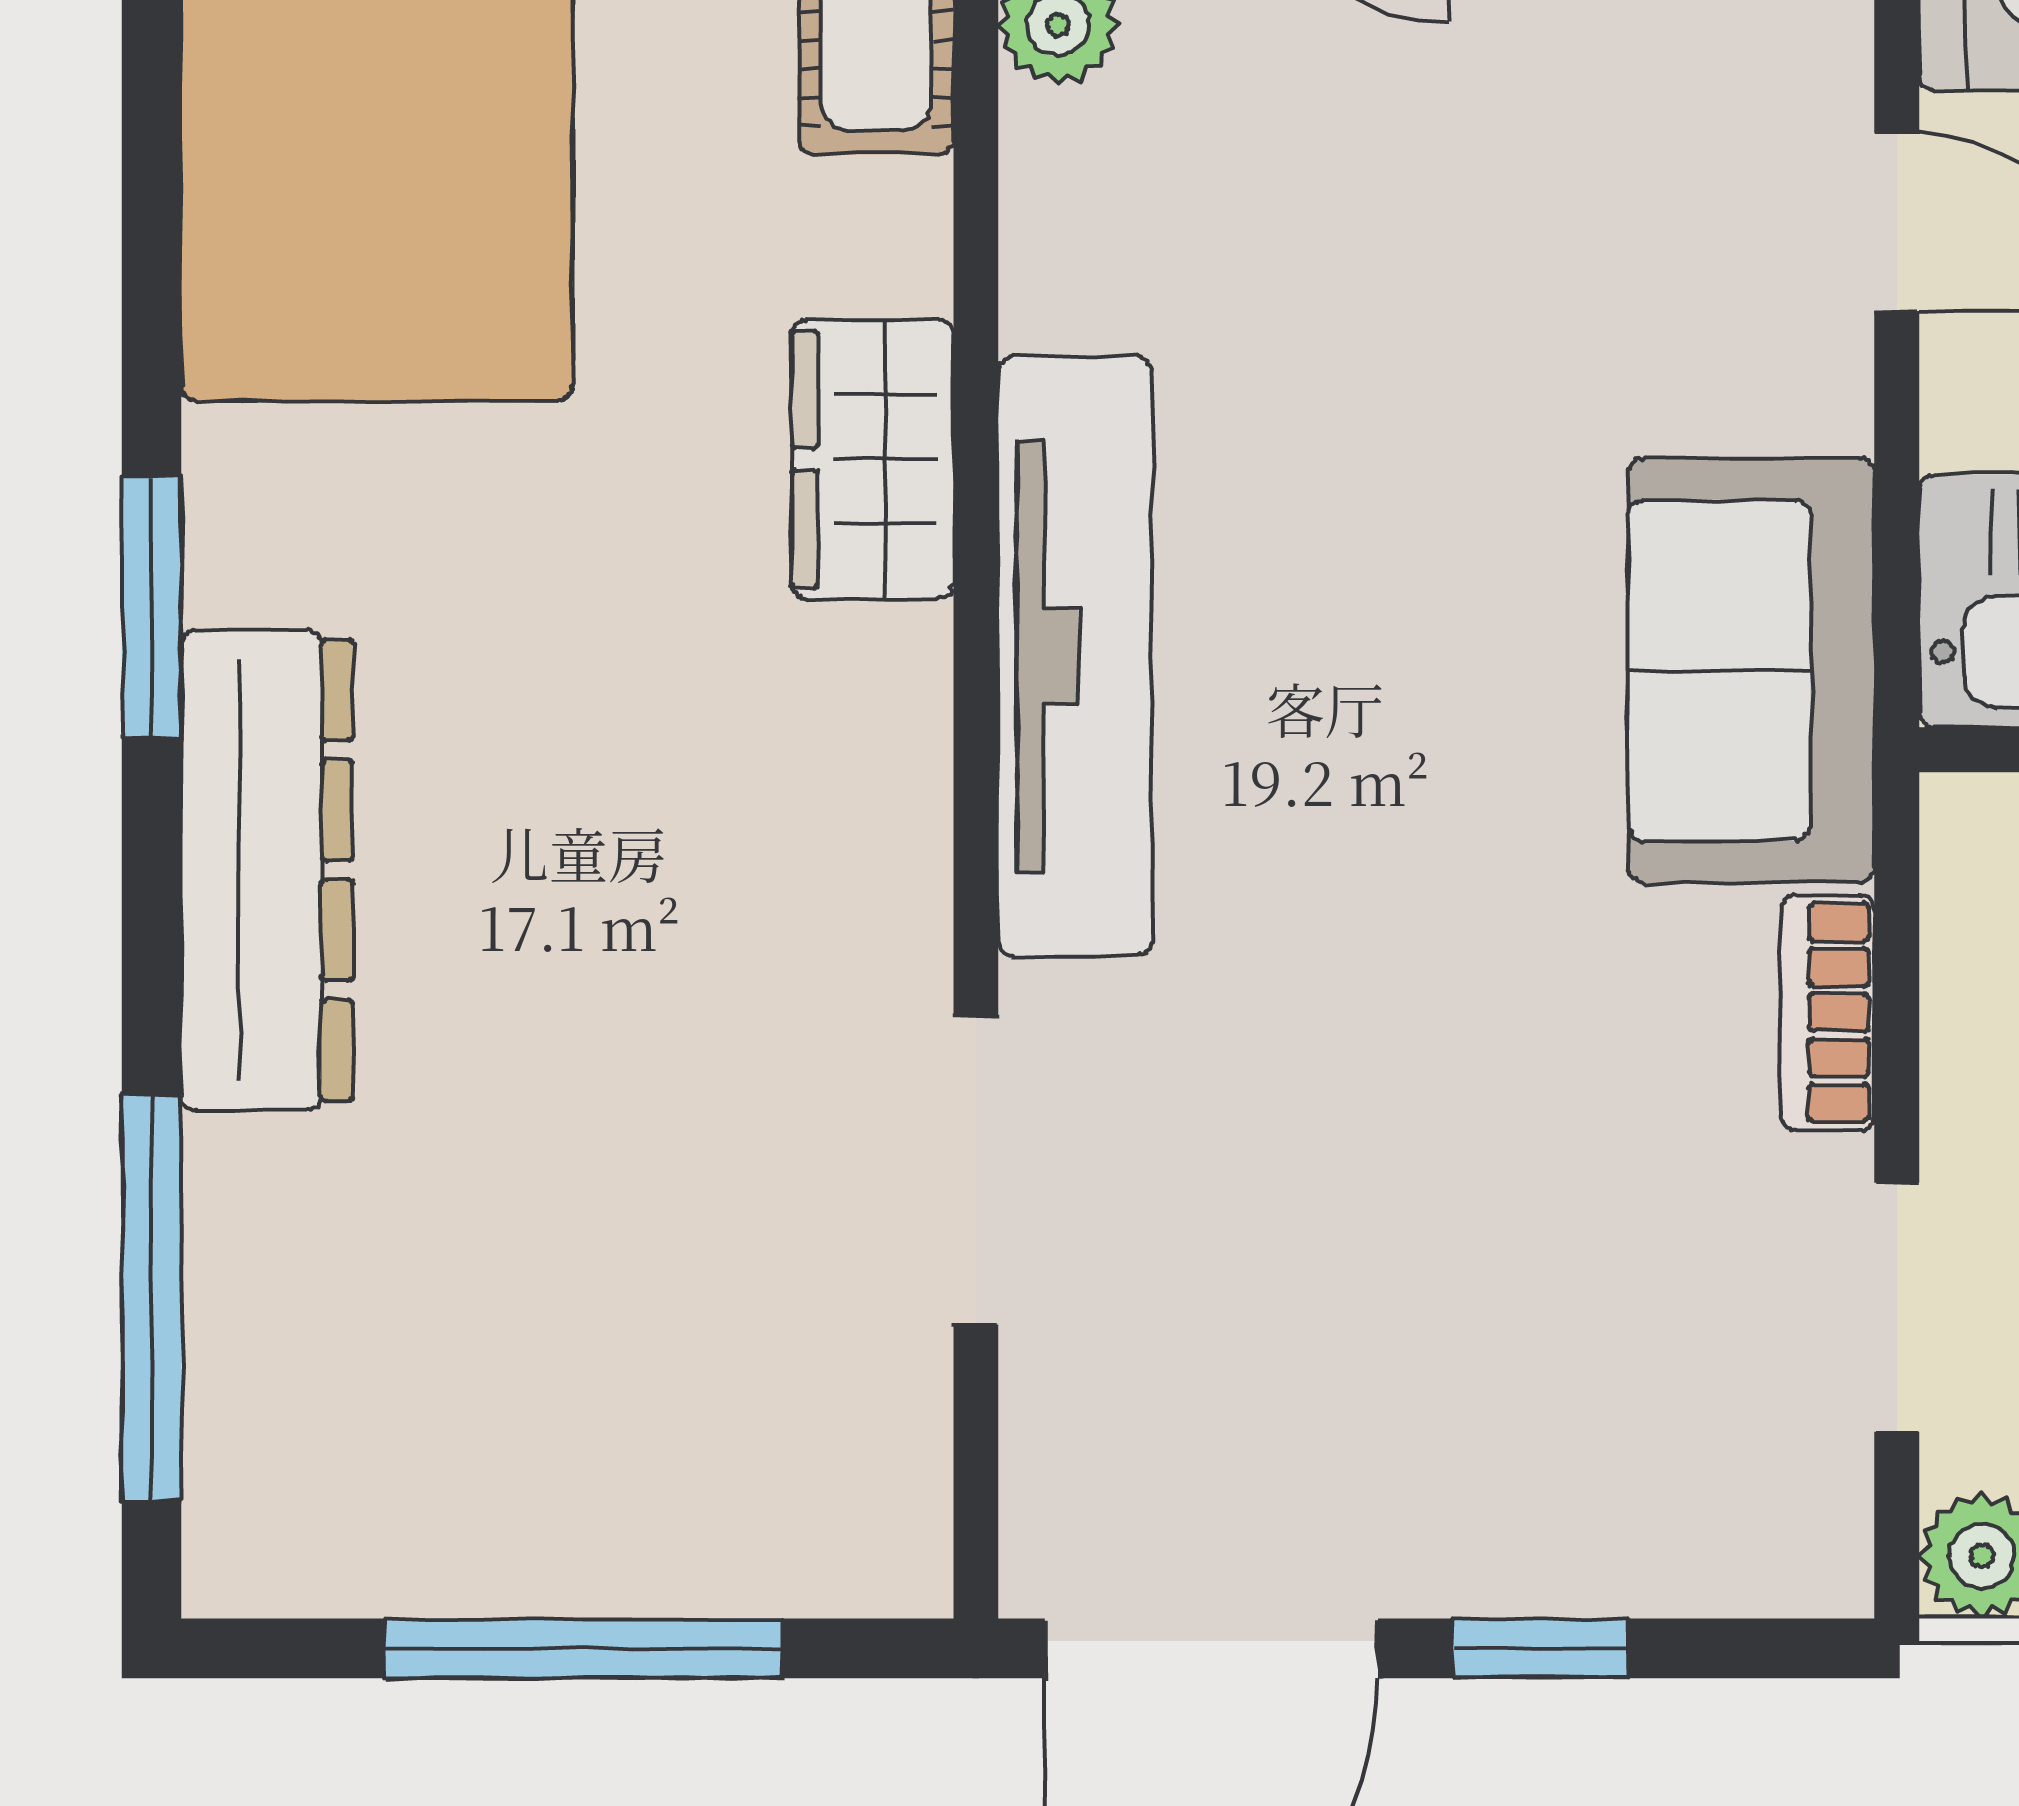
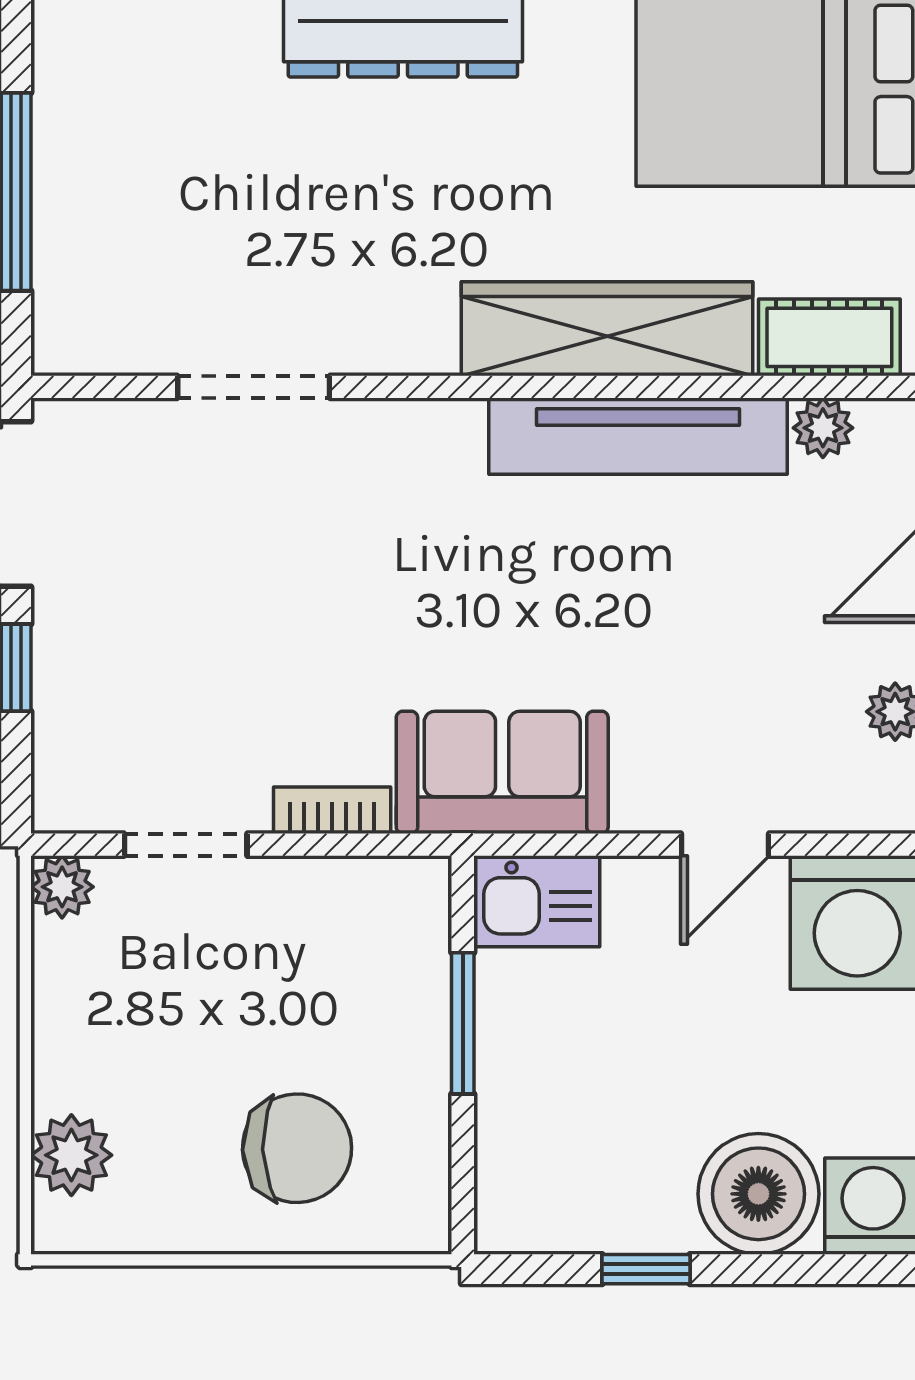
wardrobe: (873, 459) -> (607, 329), width x2.10, depth x1.17
tv unit: (1075, 656) -> (638, 436), moved

